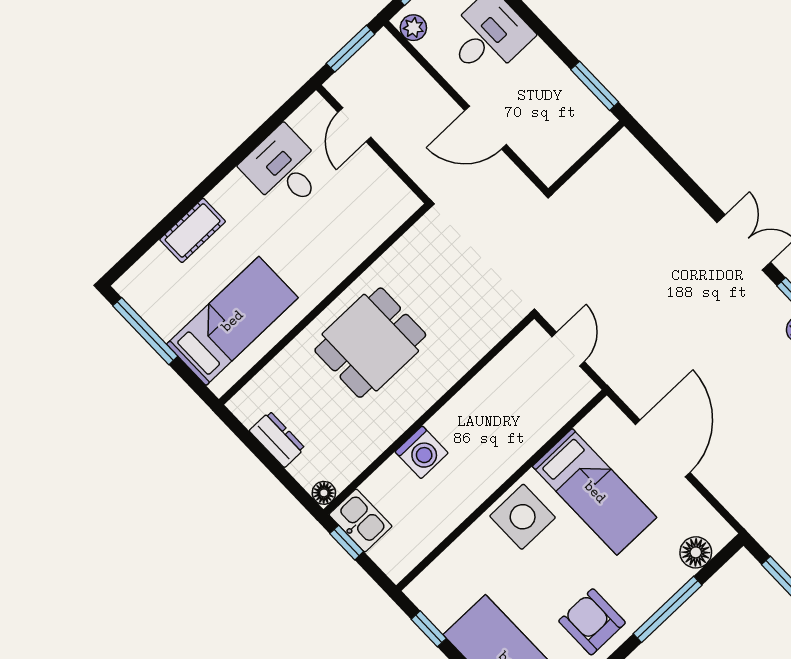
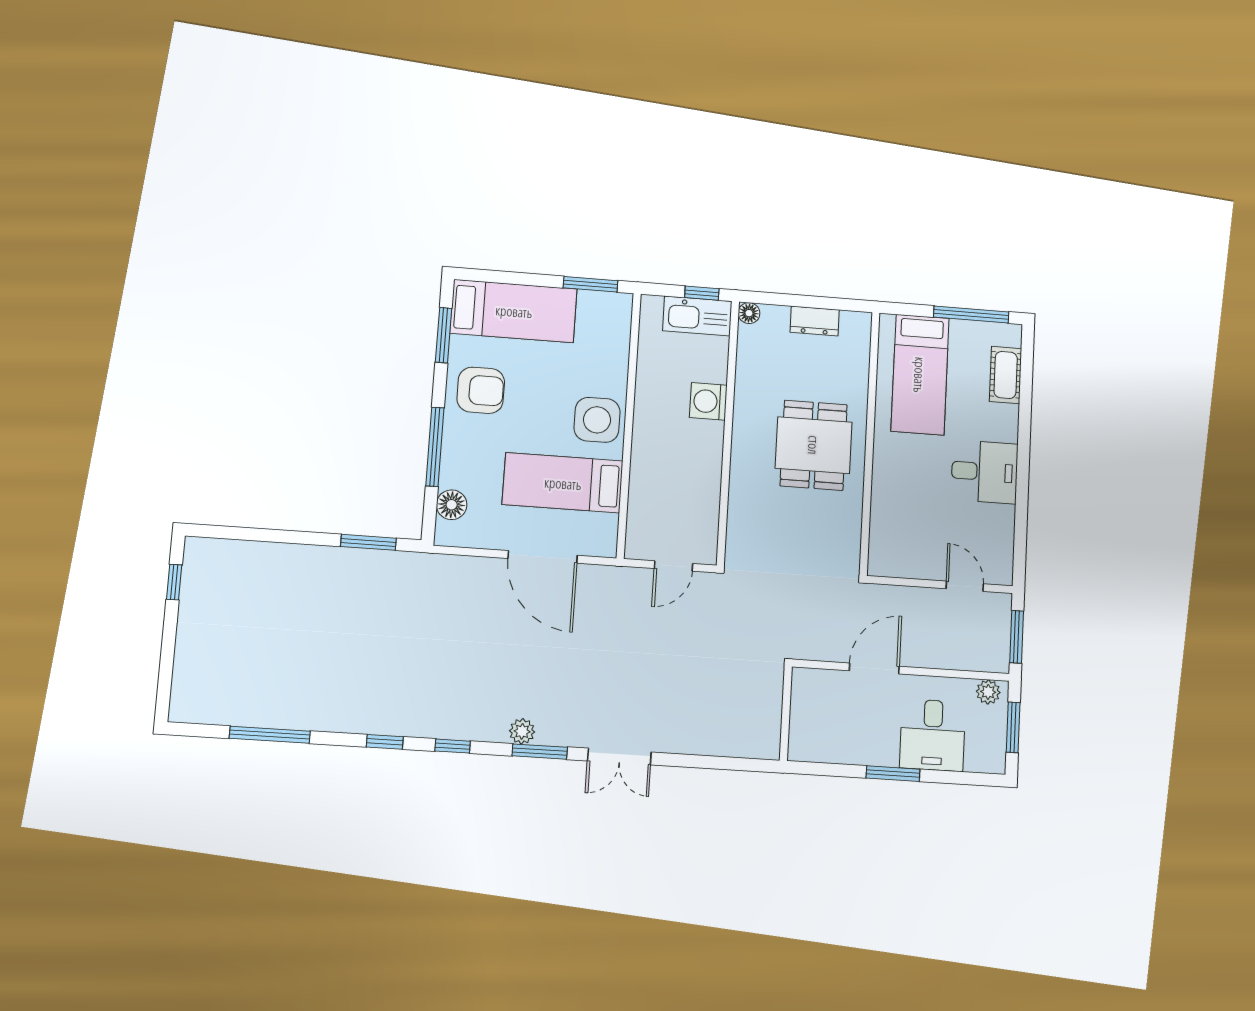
window: (595, 86) -> (893, 774), moved
desk: (284, 169) -> (985, 472), moved
cot: (193, 230) -> (1006, 375), moved
door: (568, 349) -> (673, 566), hinge flipped
kitchen sink: (360, 520) -> (697, 316), width x1.38
window: (429, 629) -> (591, 284), width x1.50

